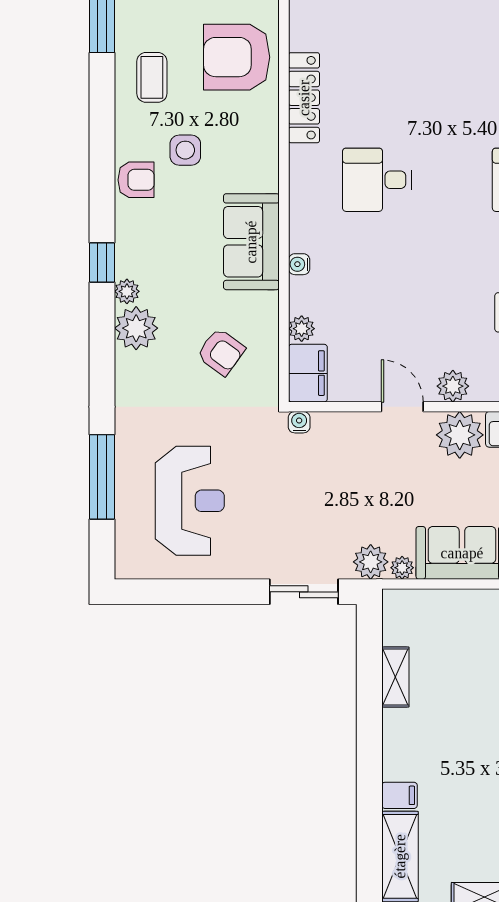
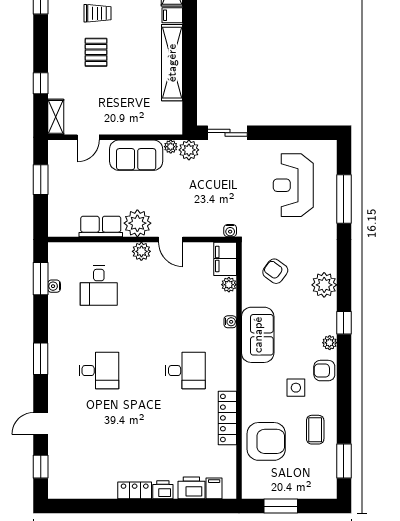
plant: (127, 291) -> (330, 343), moved
shelving: (395, 677) -> (172, 63), width x2.20, depth x1.33

